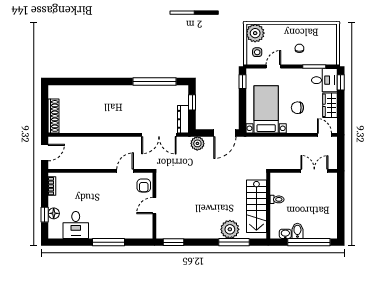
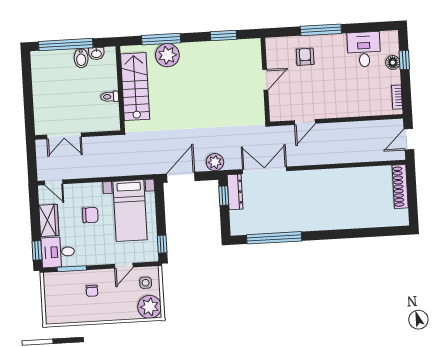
window: (192, 102) -> (224, 196), moved
armchair: (144, 185) -> (305, 57), moved
window: (173, 242) -> (223, 36), moved

